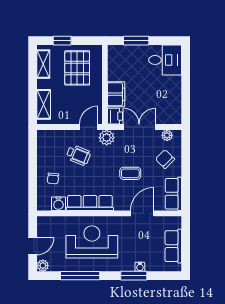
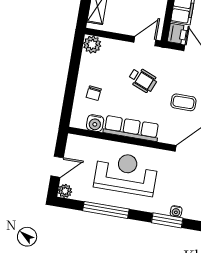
plant: (107, 138) -> (92, 45), moved
wheelchair: (78, 155) -> (143, 80), moved

